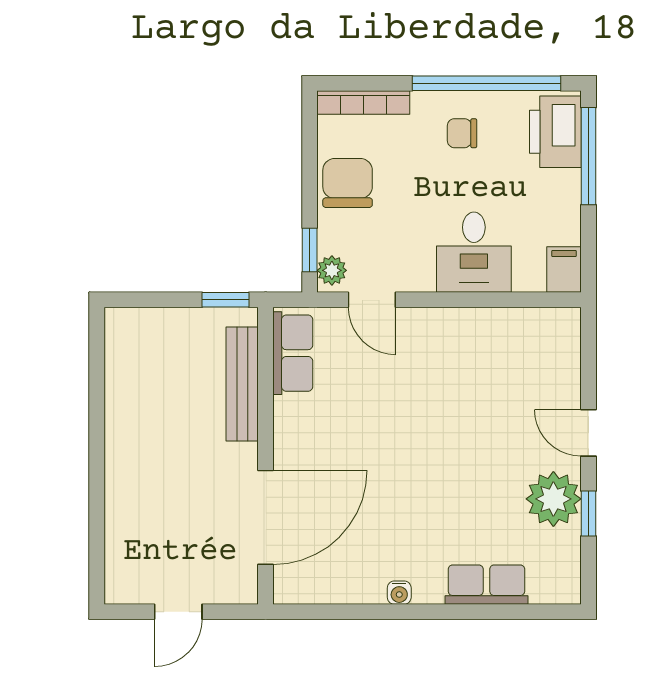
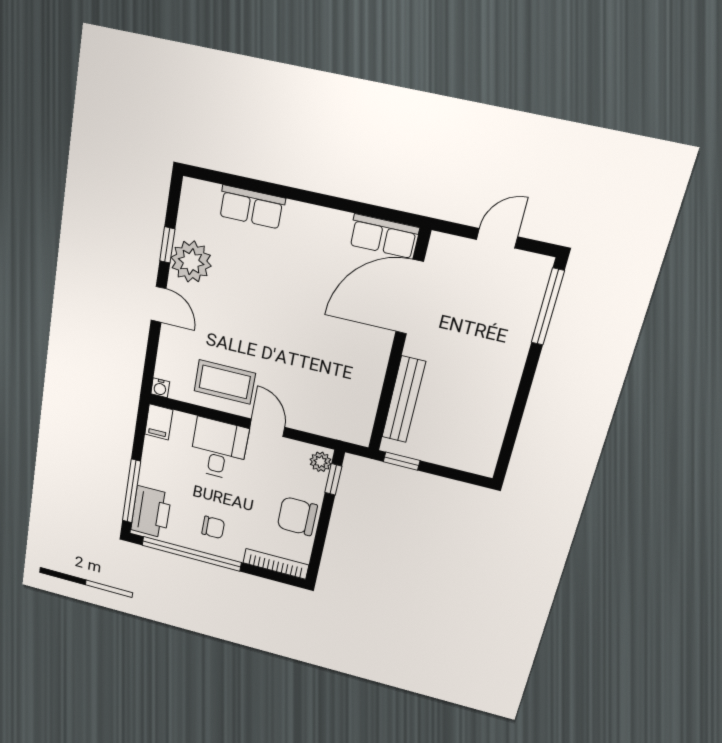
chair: (348, 183) -> (297, 516), turned 90
door: (372, 300) -> (267, 428), moved
coffee table: (482, 349) -> (225, 382), added
row of seats: (293, 353) -> (384, 236), moved, turned -90
window: (97, 544) -> (548, 307), added
water cooler: (399, 593) -> (160, 388), moved, turned 180

